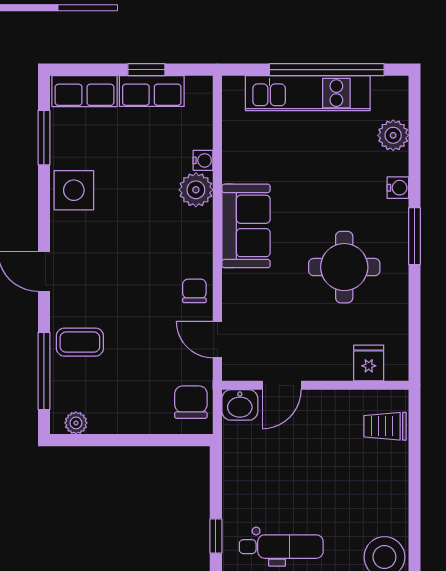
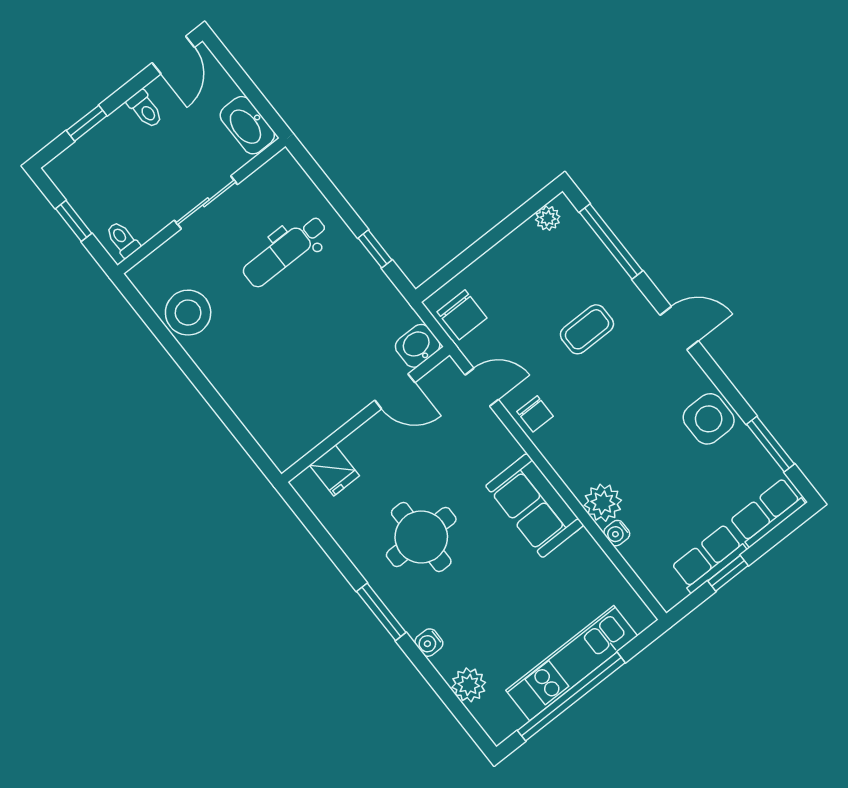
coffee table: (80, 342) -> (587, 329), moved
door: (282, 385) -> (395, 391), swing flipped
trolley: (385, 426) -> (277, 427), removed
window: (216, 536) -> (375, 249), moved

